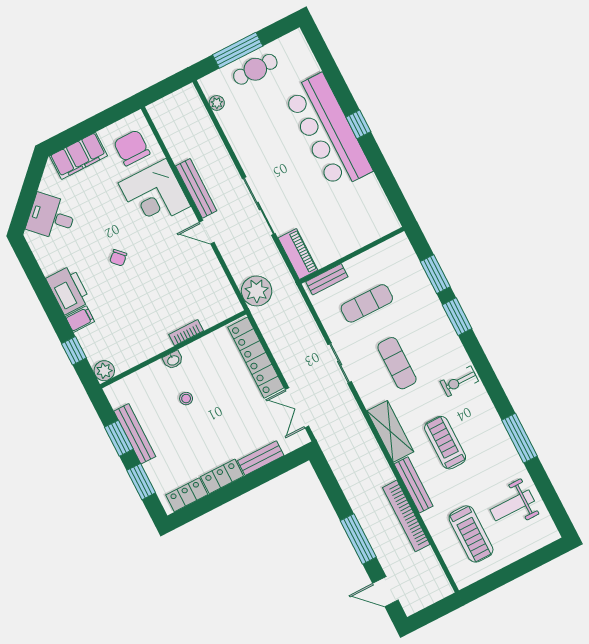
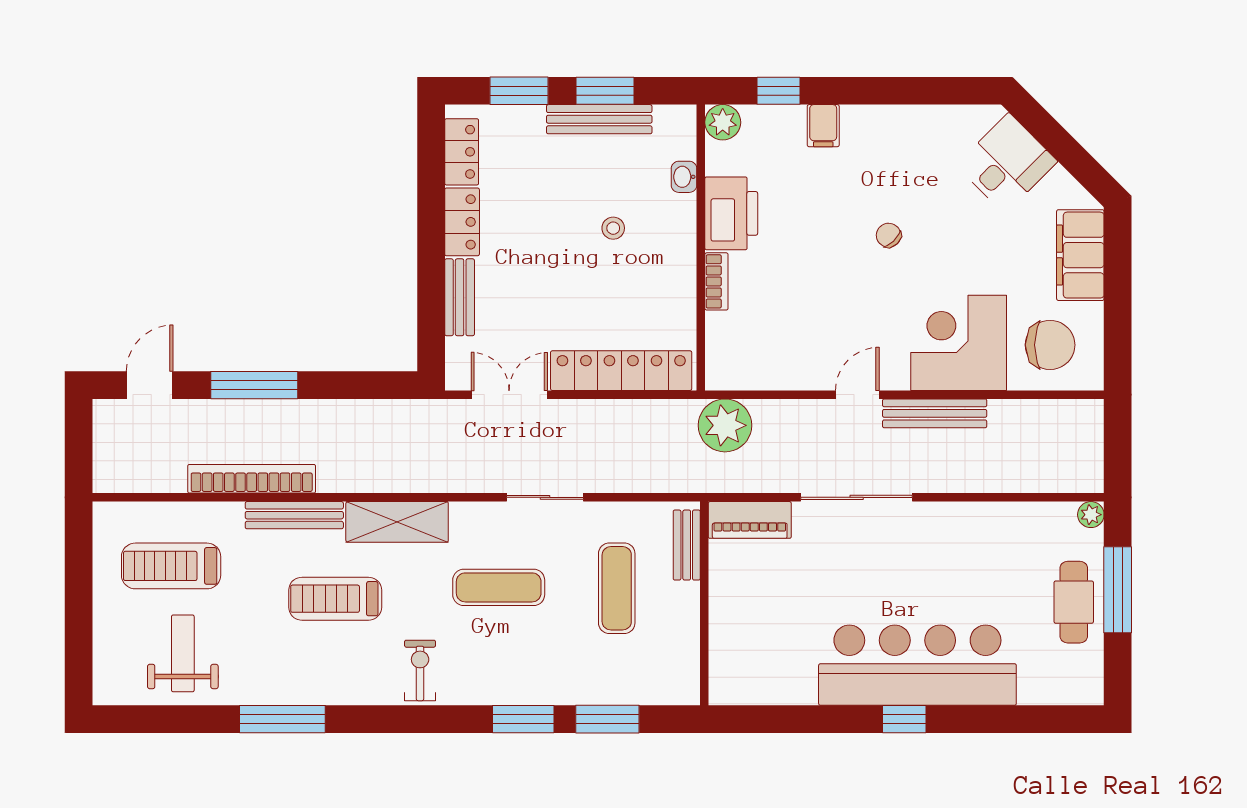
plant: (217, 103) -> (1091, 515), moved
printer: (68, 290) -> (731, 213), moved, turned -90
washbasin: (173, 360) -> (684, 177), moved
treadmill: (445, 443) -> (335, 599), turned 180

